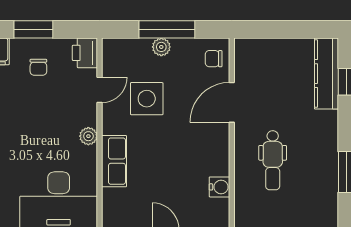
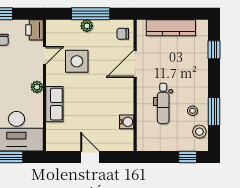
kitchen counter: (326, 74) -> (171, 28), moved, turned -90
stool: (315, 171) -> (193, 111), added
stool: (326, 201) -> (199, 132), added

